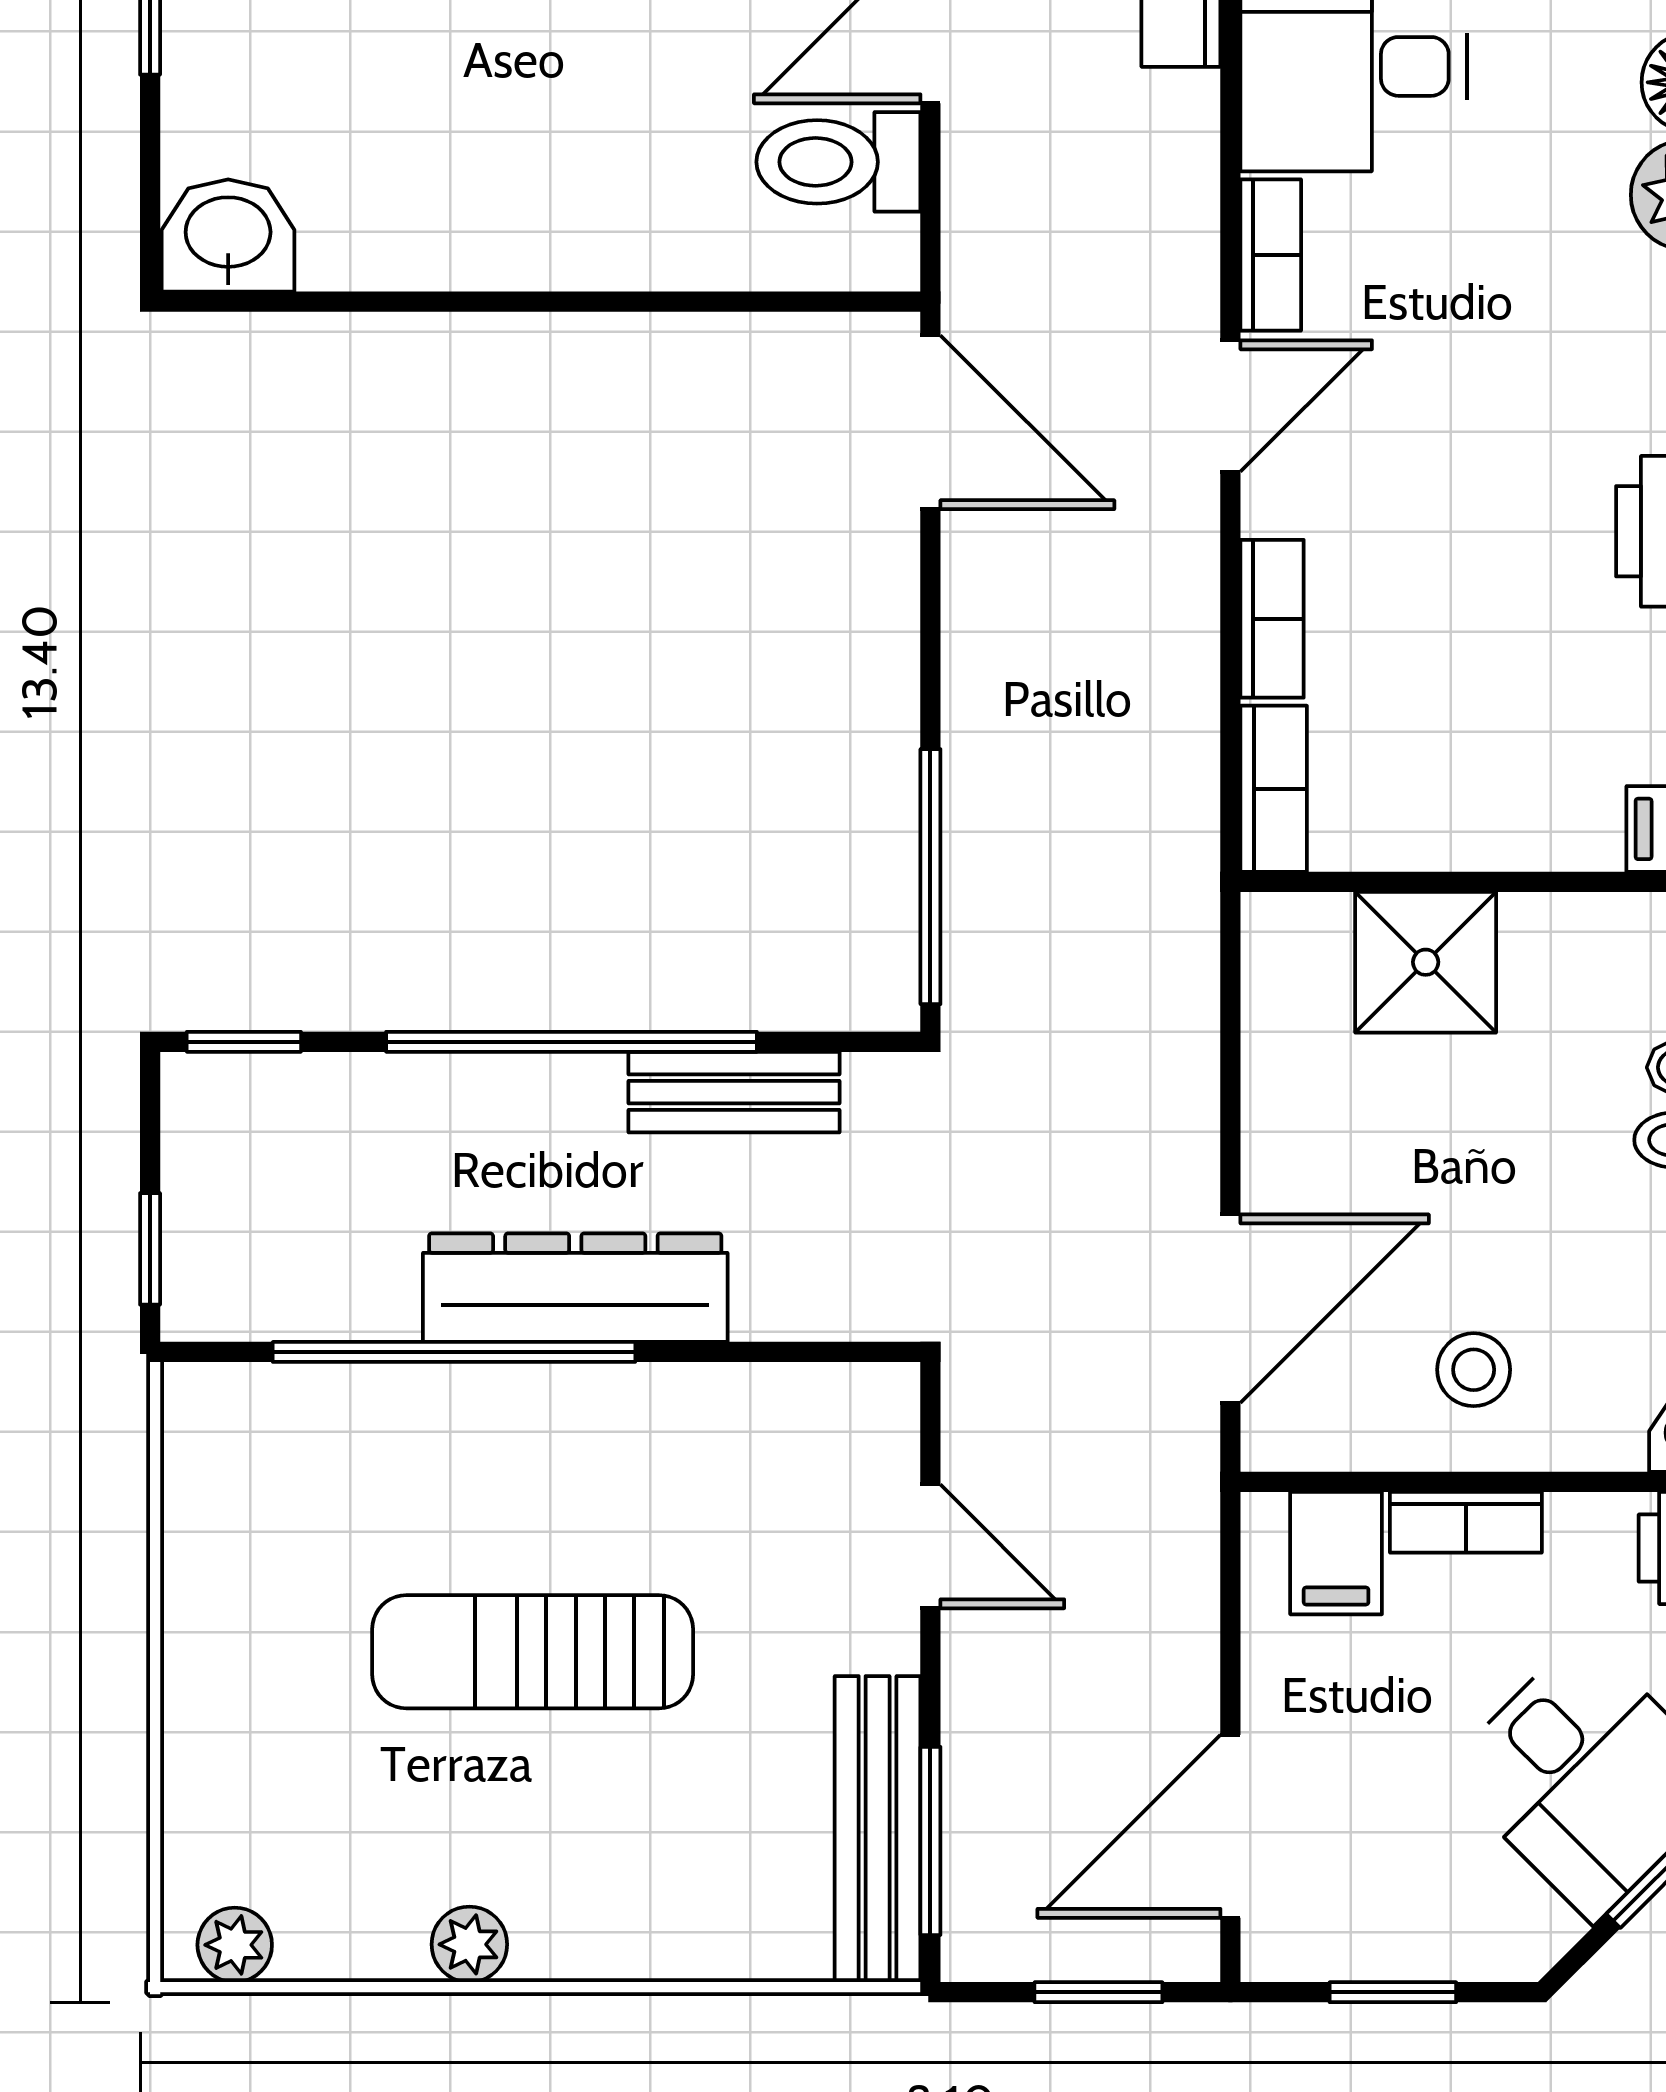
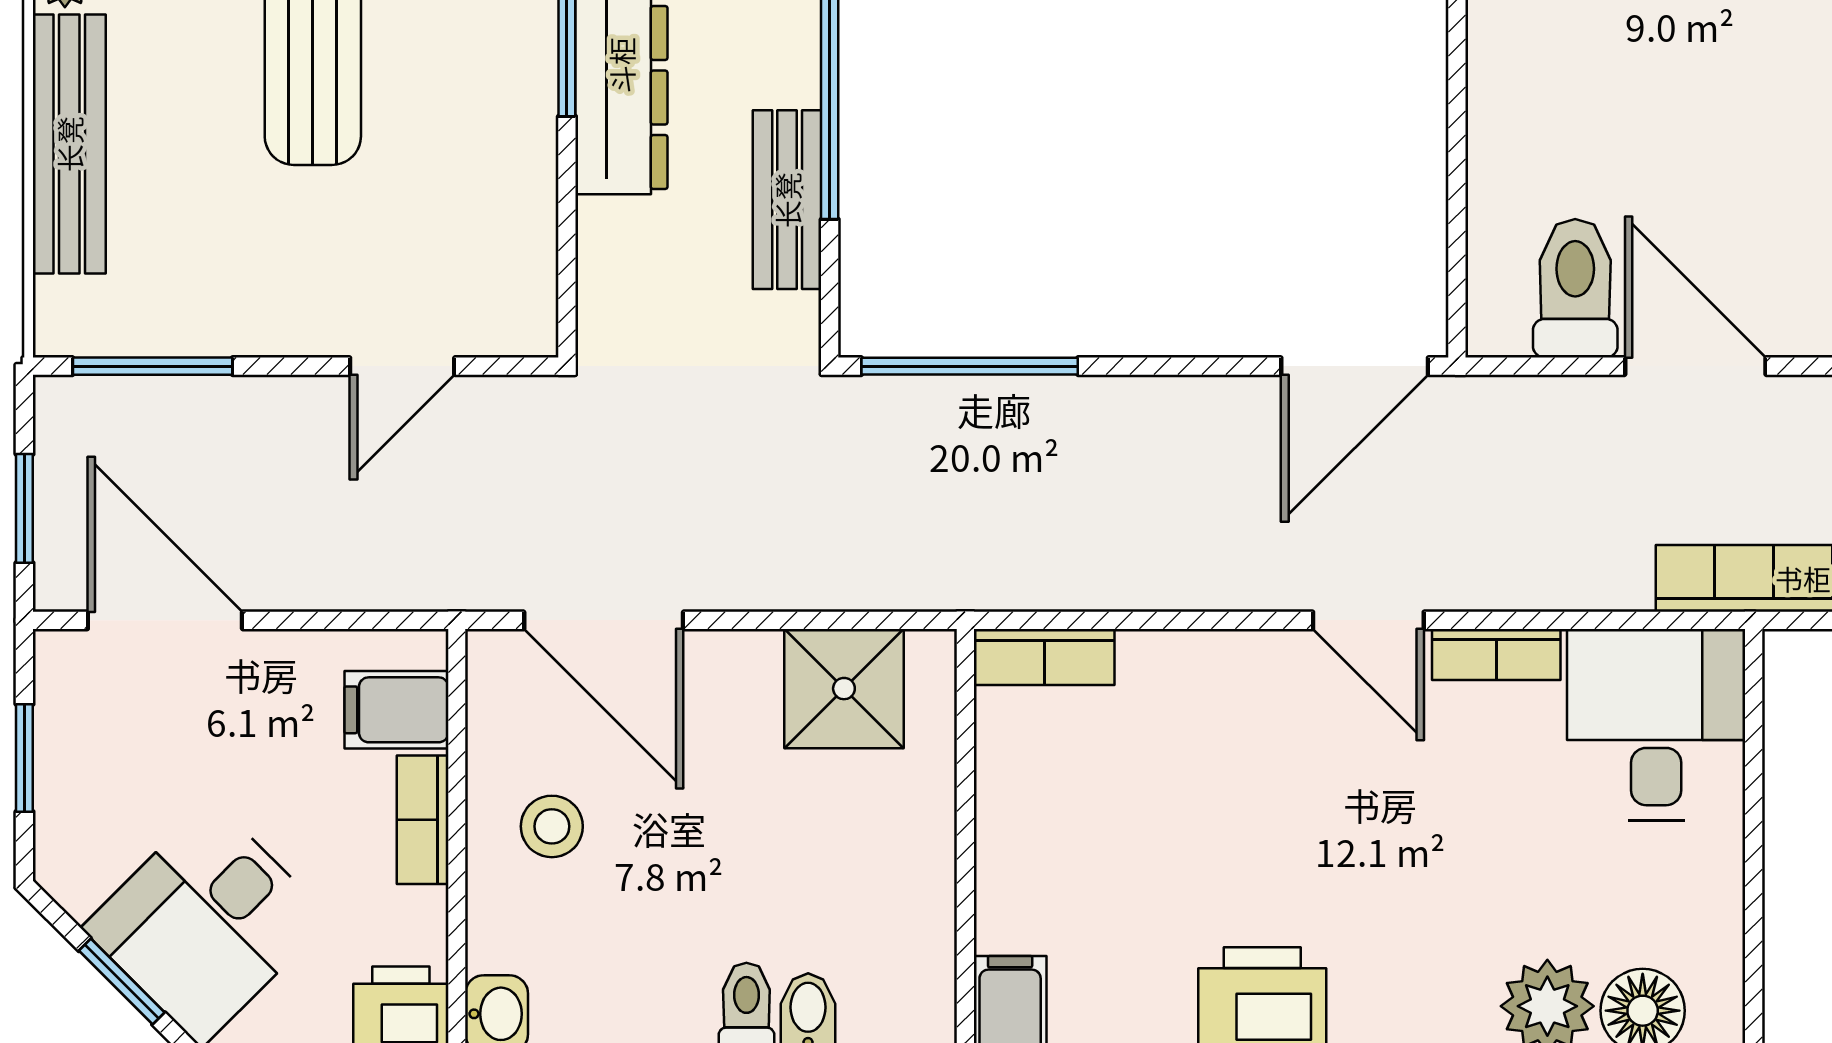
bookcase: (1272, 619) -> (1188, 656), removed
shower: (1426, 962) -> (844, 689), moved
bench: (878, 1829) -> (69, 144), moved, turned 90

